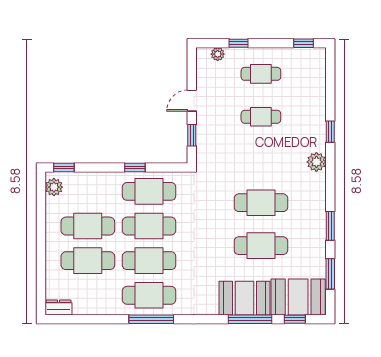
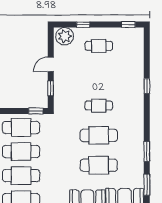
plant: (218, 54) -> (65, 36), width x1.88, depth x1.88
cafe table: (261, 117) -> (99, 106), moved
plant: (316, 162) -> (137, 107), removed
window: (135, 167) -> (36, 111), moved

